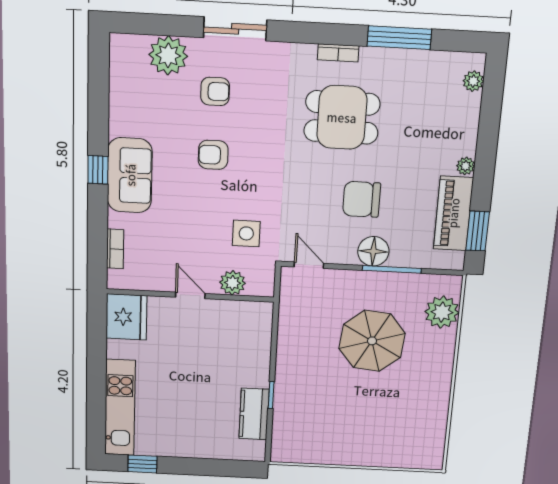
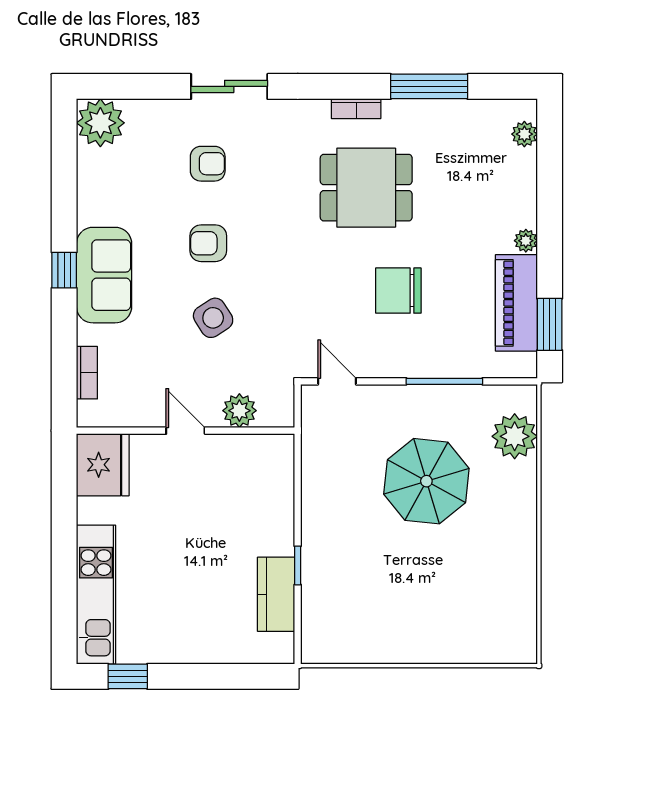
plant: (168, 55) -> (100, 123), moved
side table: (246, 233) -> (213, 318), moved, turned -33
floor lamp: (373, 251) -> (419, 358), removed

